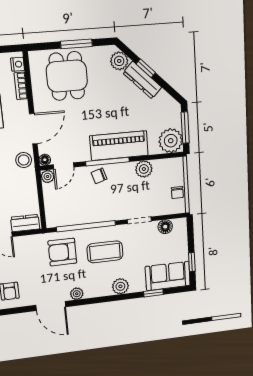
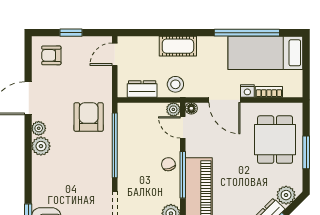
nightstand: (18, 64) -> (247, 91), moved
dining table: (67, 76) -> (275, 140), turned 90
stool: (24, 160) -> (175, 84), moved
dresser: (25, 223) -> (142, 89), moved, turned -90
coffee table: (105, 252) -> (83, 164), removed
plant: (120, 286) -> (41, 146), moved

